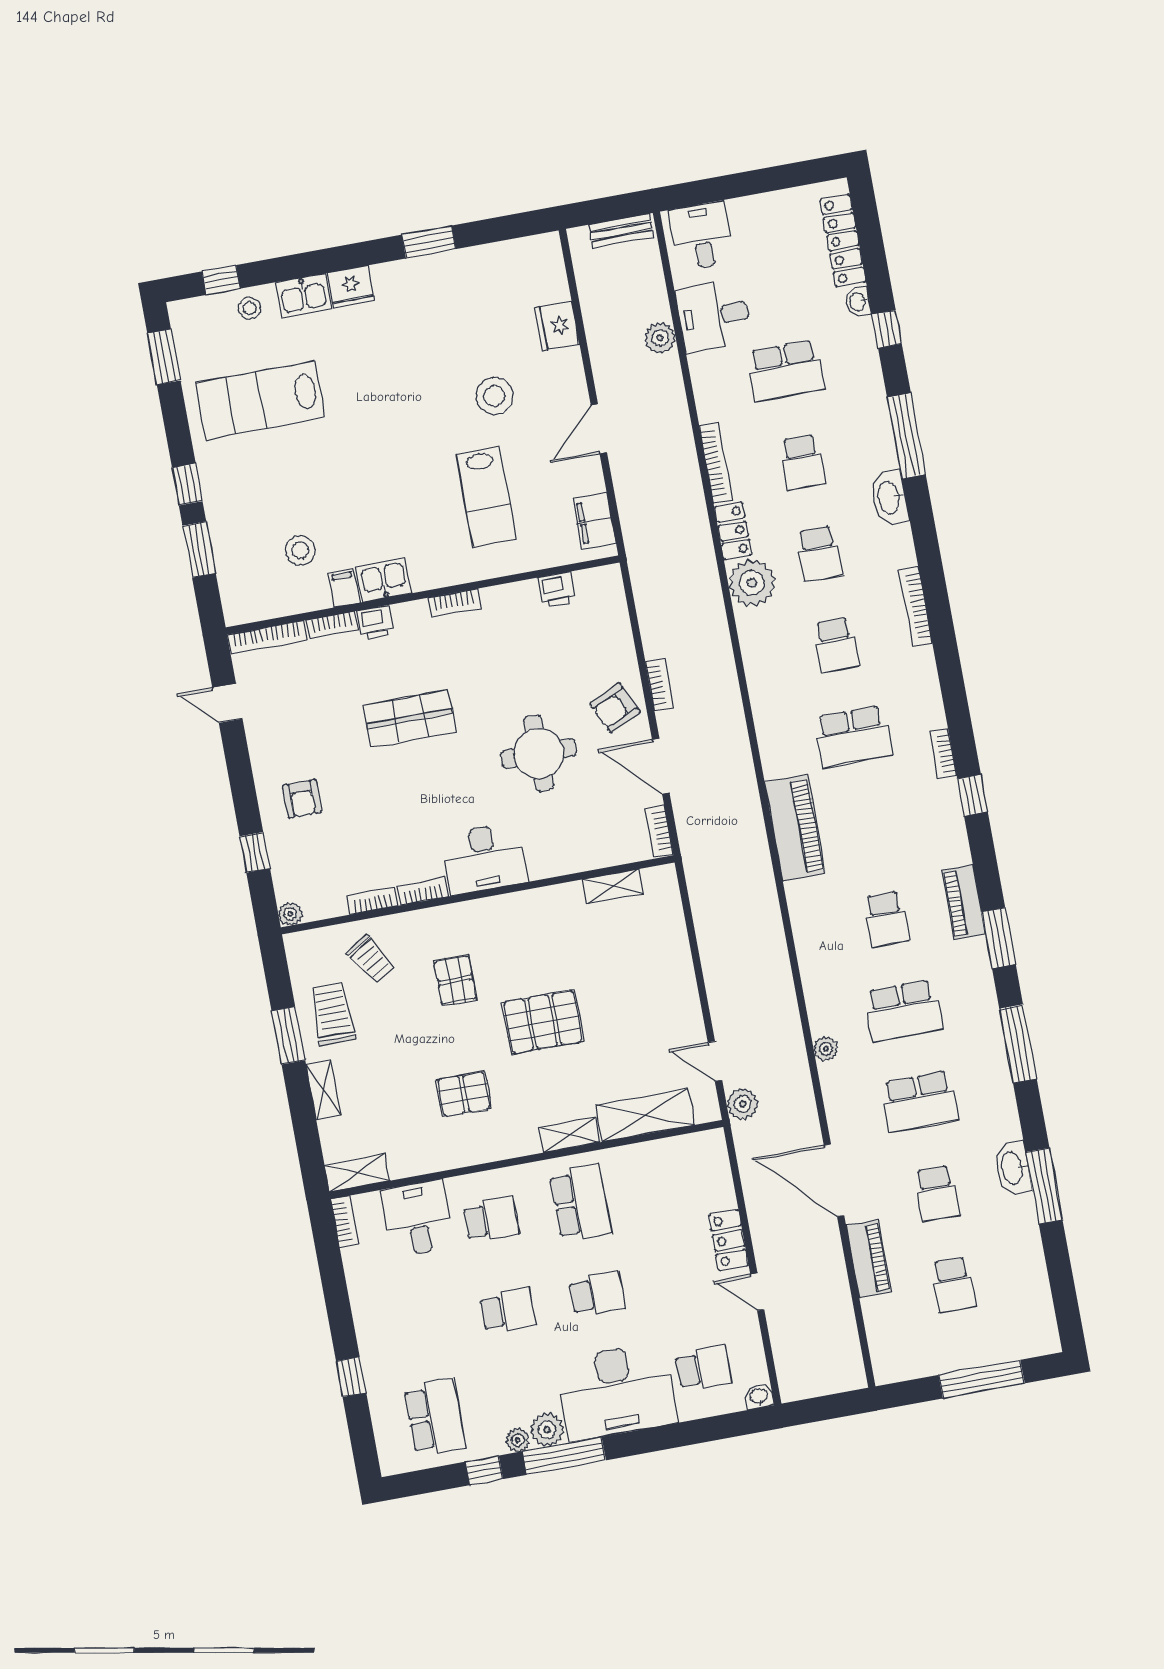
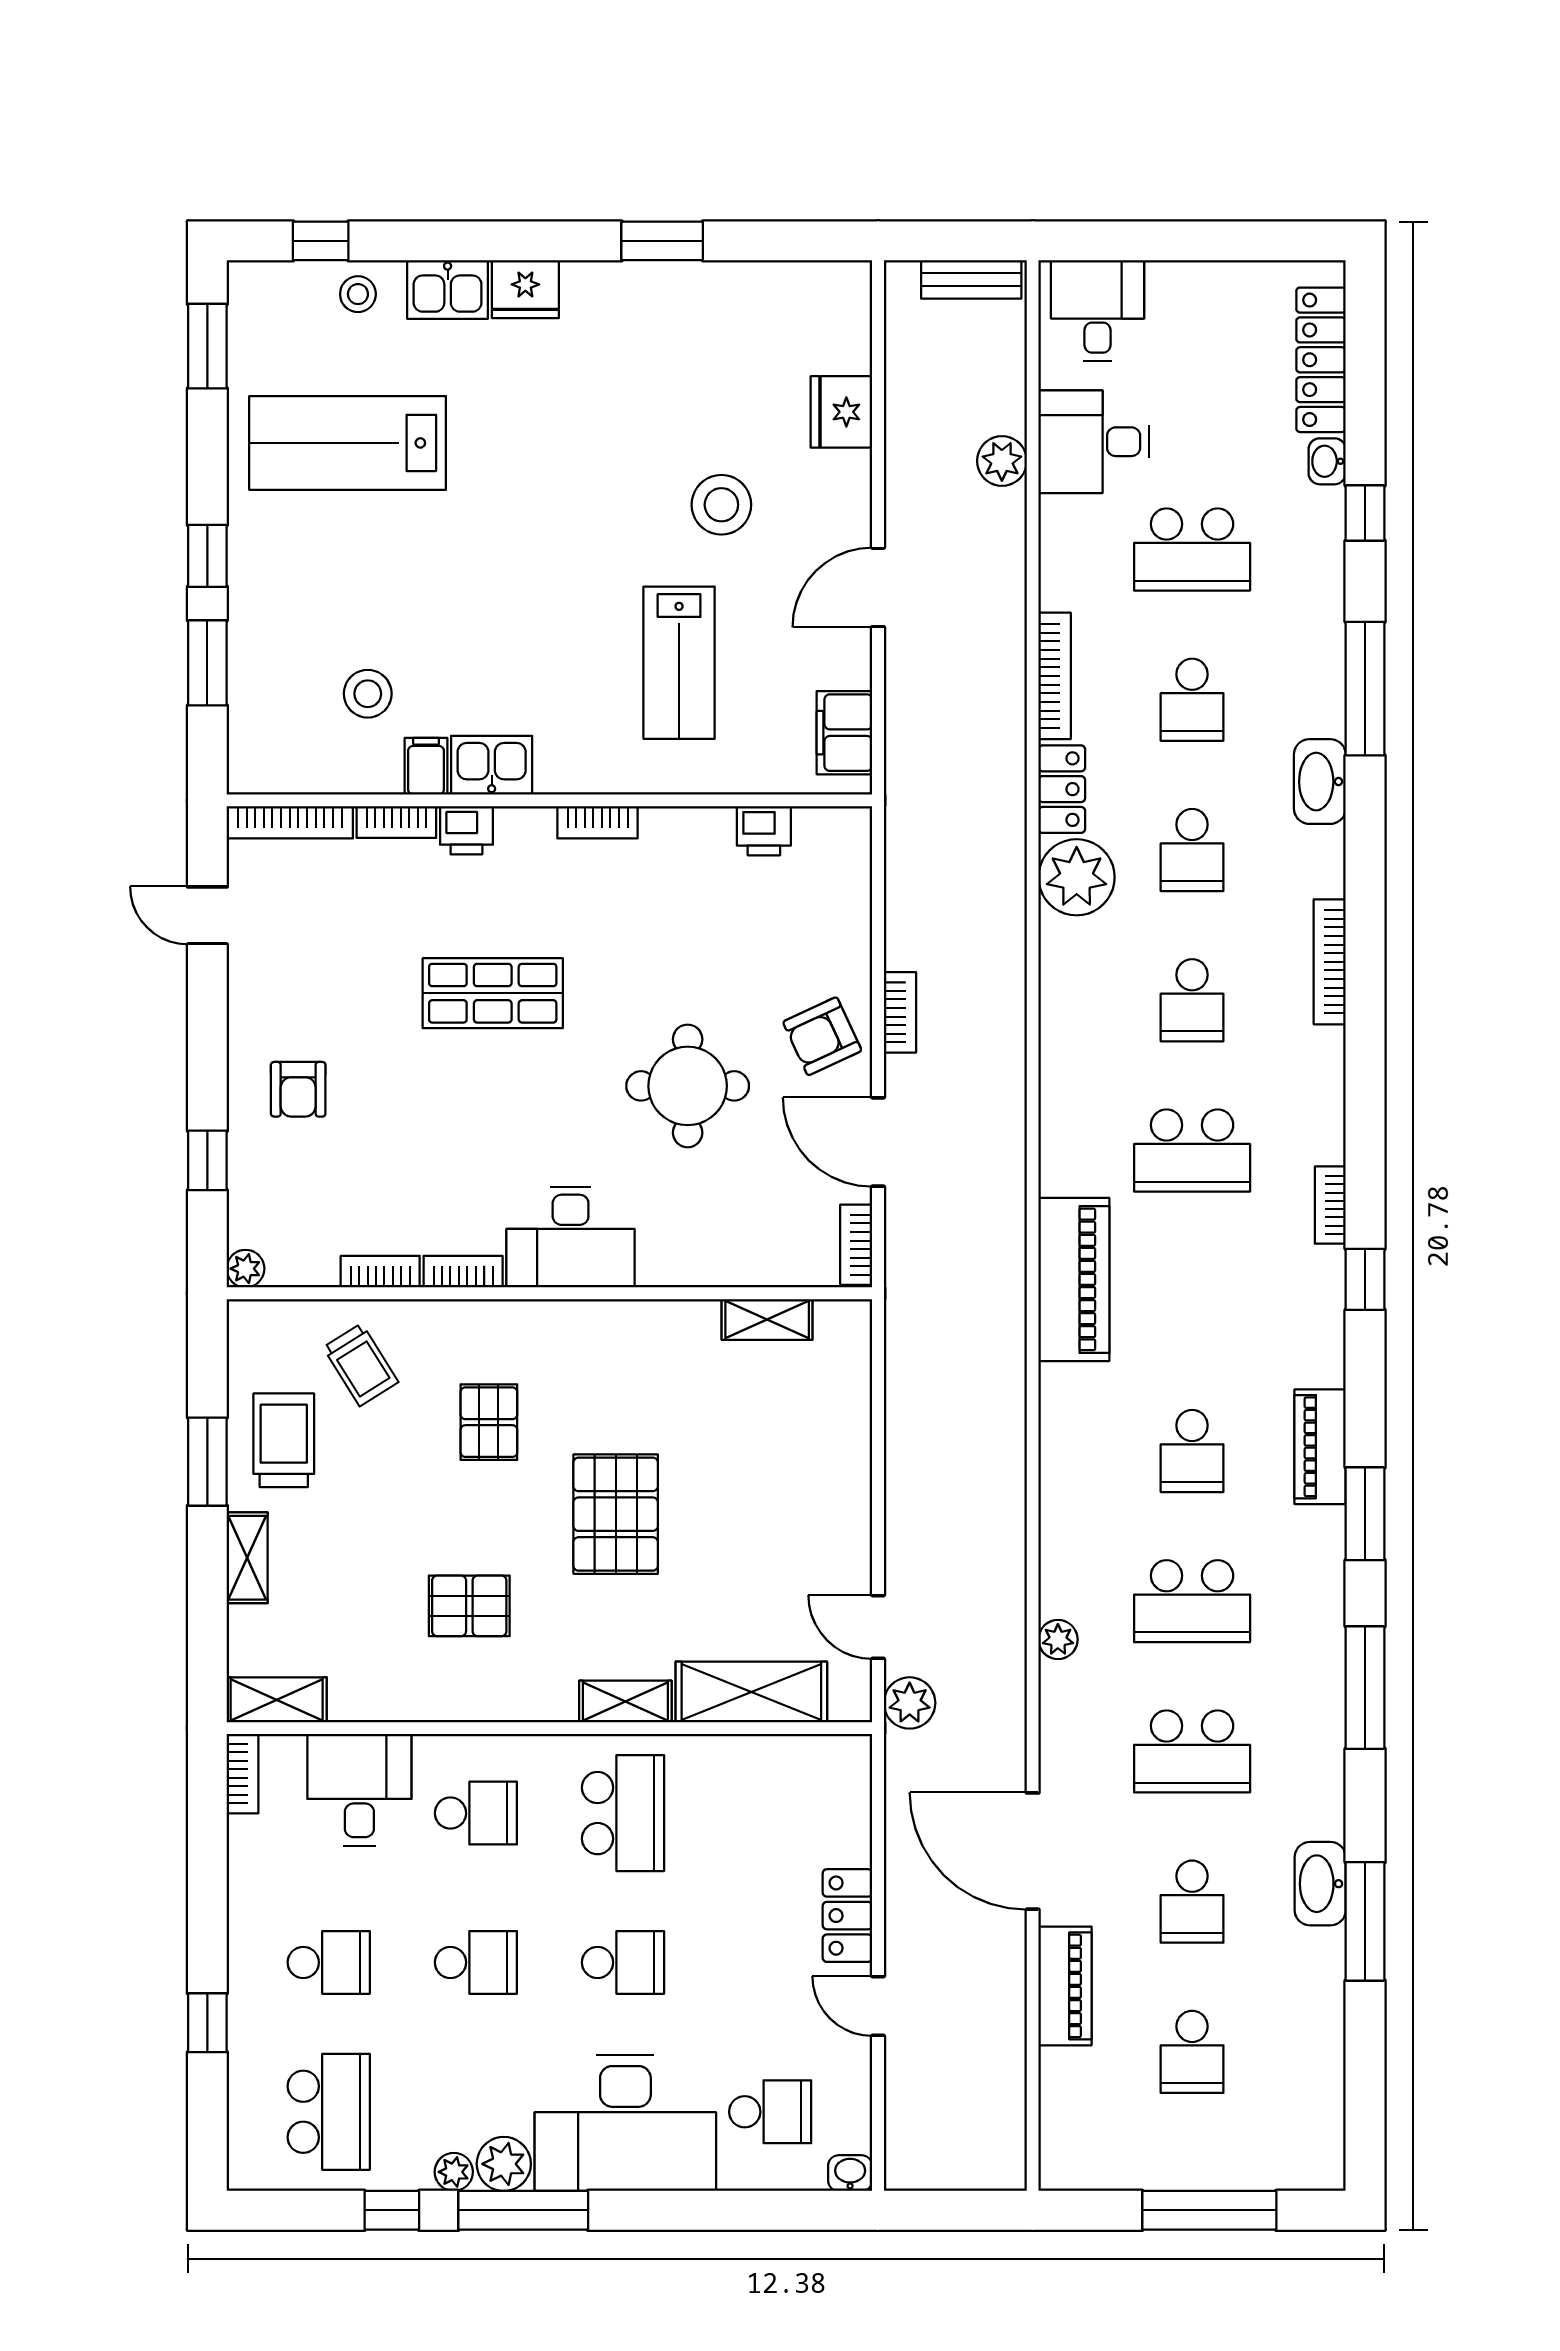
pallet: (543, 1022) -> (616, 1514), turned 90
school desk: (418, 1327) -> (329, 1962), added

